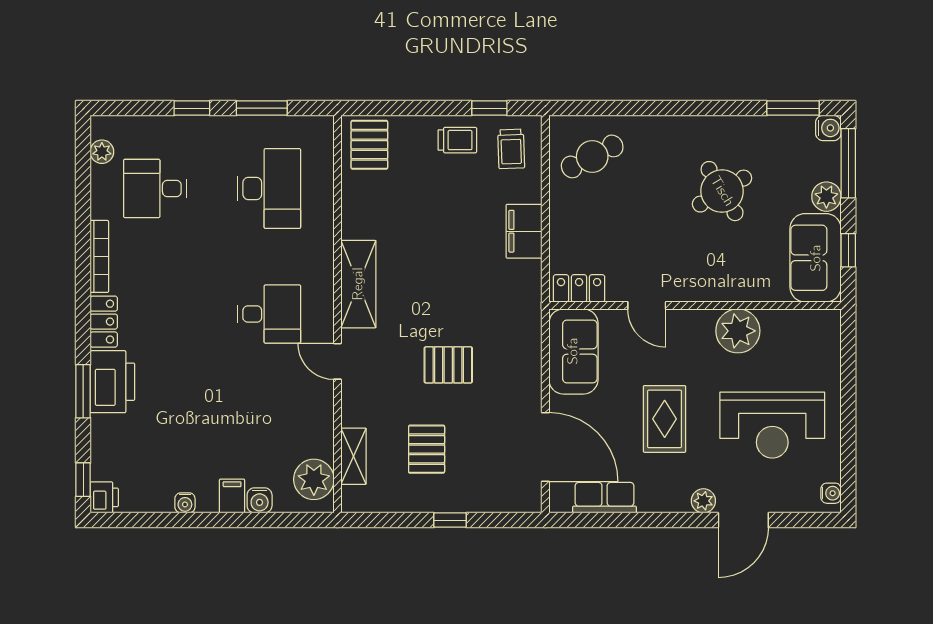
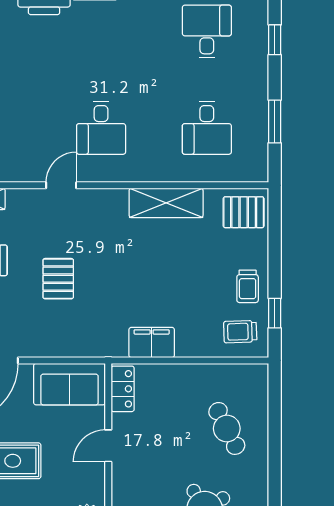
window: (192, 108) -> (275, 40), moved
cafe table: (592, 156) -> (227, 428), moved
desk: (269, 188) -> (207, 128), width x0.73
filing cabinet: (524, 231) -> (152, 342), moved
shelving: (358, 284) -> (166, 203), moved

